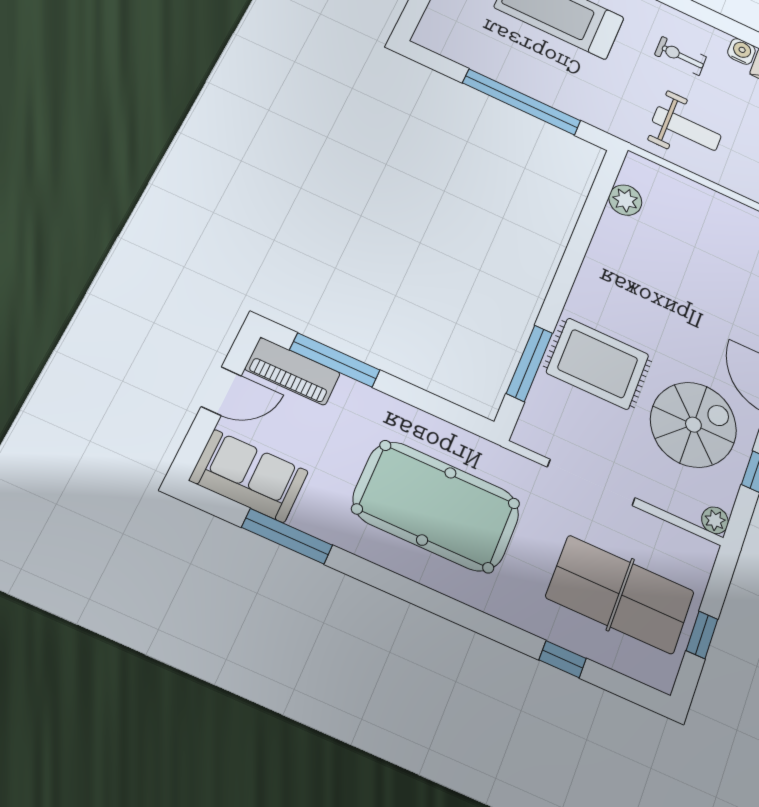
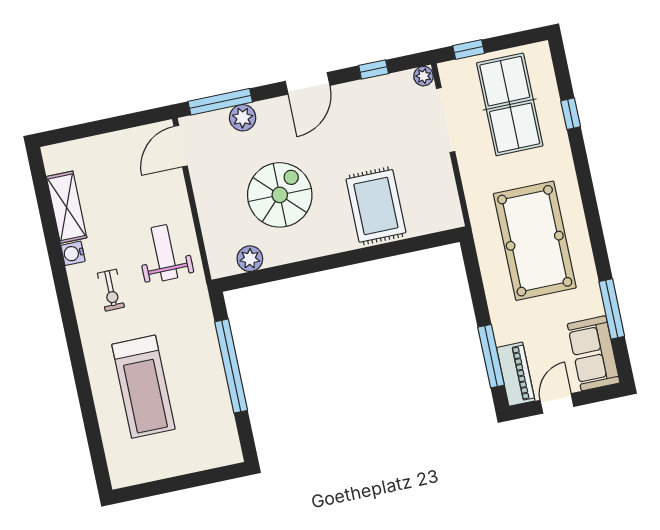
window: (530, 363) -> (407, 246), removed
door: (221, 391) -> (557, 403), hinge flipped
spiral stairs: (693, 425) -> (280, 195), moved, turned 90
doorway: (591, 482) -> (446, 120), moved
window: (702, 635) -> (469, 49), moved

